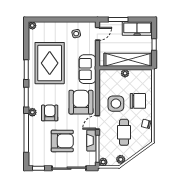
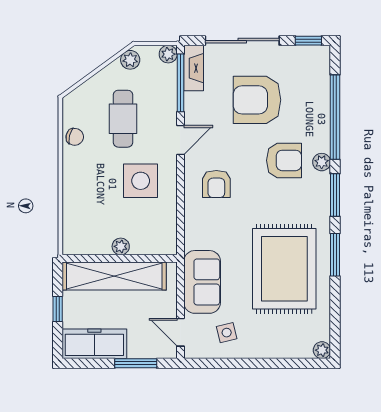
door: (97, 34) -> (180, 332), hinge flipped
sofa: (88, 69) -> (202, 282), moved
chair: (138, 101) -> (93, 187), removed
armchair: (81, 102) -> (216, 184), width x0.53, depth x0.53
armchair: (50, 113) -> (284, 160), turned -90
fireplace: (91, 141) -> (194, 68), moved

